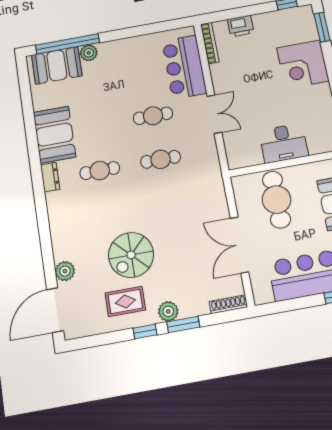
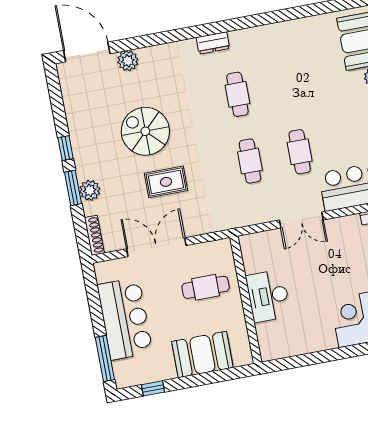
booth: (54, 135) -> (278, 42), removed
dresser: (50, 177) -> (213, 43), moved
cafe table: (276, 200) -> (206, 287), width x0.73, depth x0.74
rug: (125, 301) -> (166, 182), moved, turned 90
plant: (168, 311) -> (90, 190), moved

